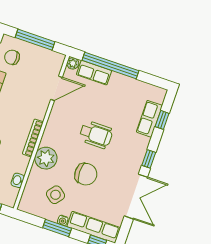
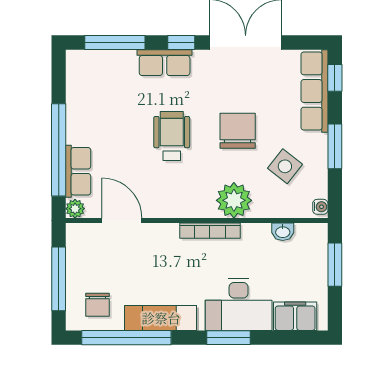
row of seats: (149, 119) -> (165, 63), moved
window: (162, 120) -> (115, 43), width x2.17
water cooler: (63, 220) -> (320, 207), moved

